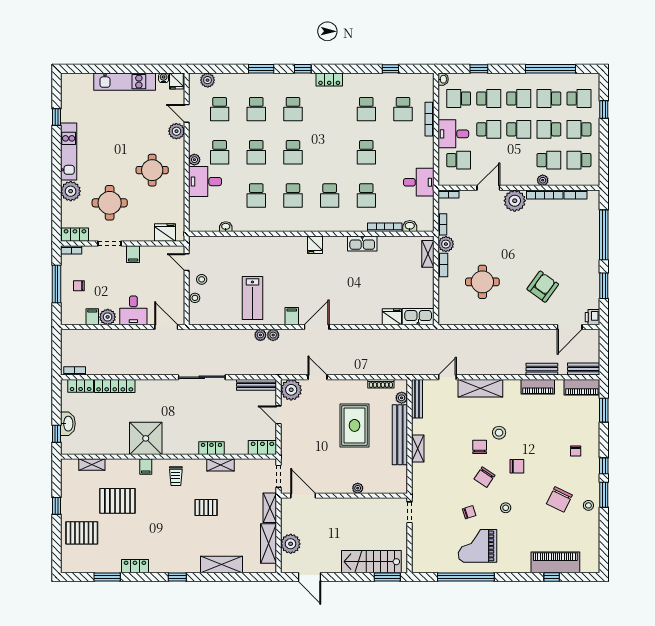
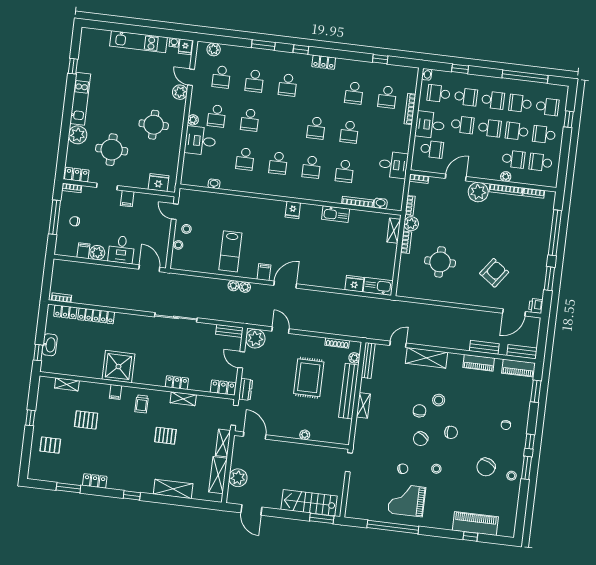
school desk: (293, 152) -> (316, 128), moved
bench: (257, 385) -> (229, 331), width x0.73
dresser: (287, 446) -> (245, 389), added
pallet: (117, 501) -> (86, 420), width x0.67, depth x0.71
pallet: (82, 533) -> (50, 445), width x0.67, depth x0.71

